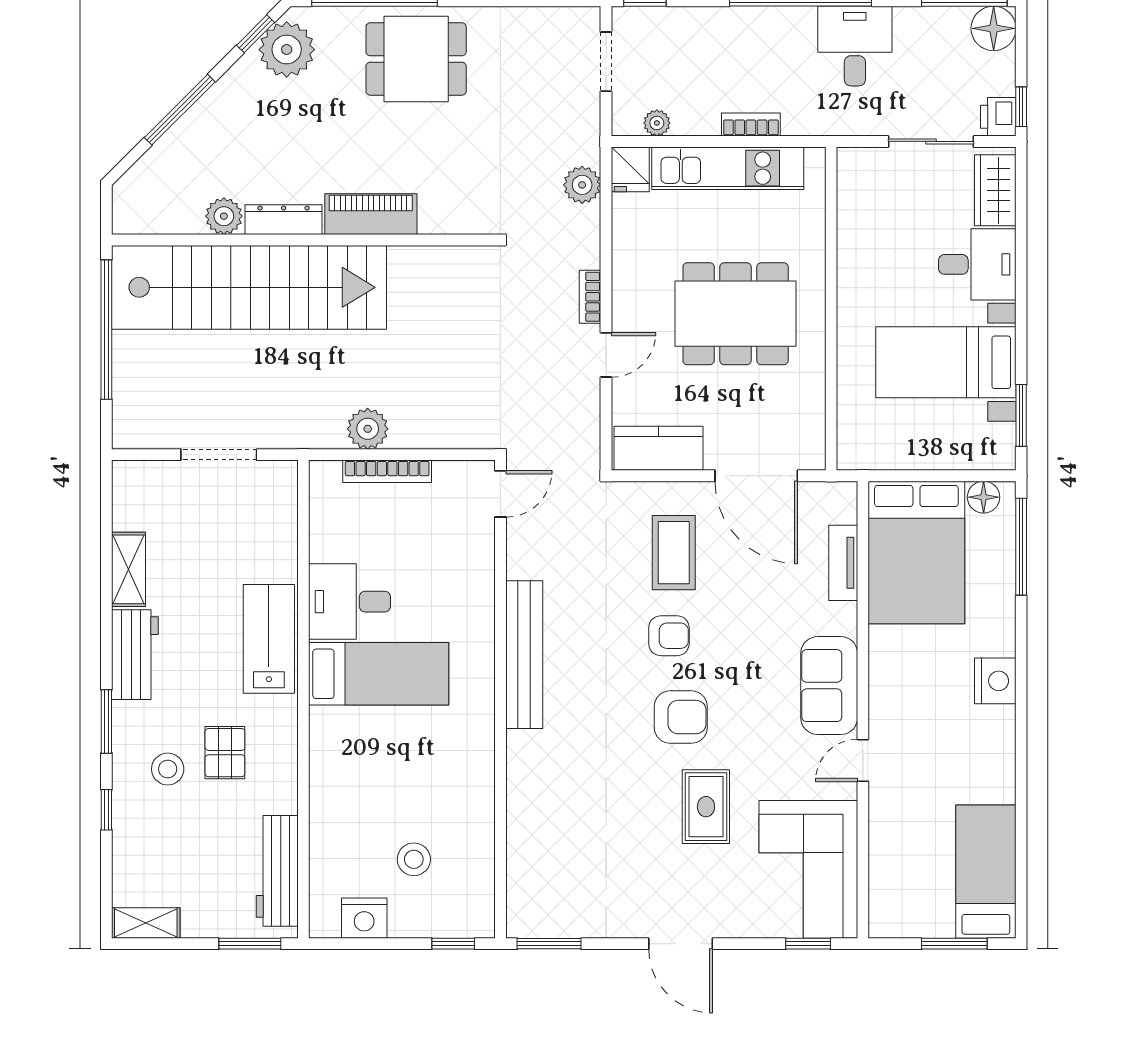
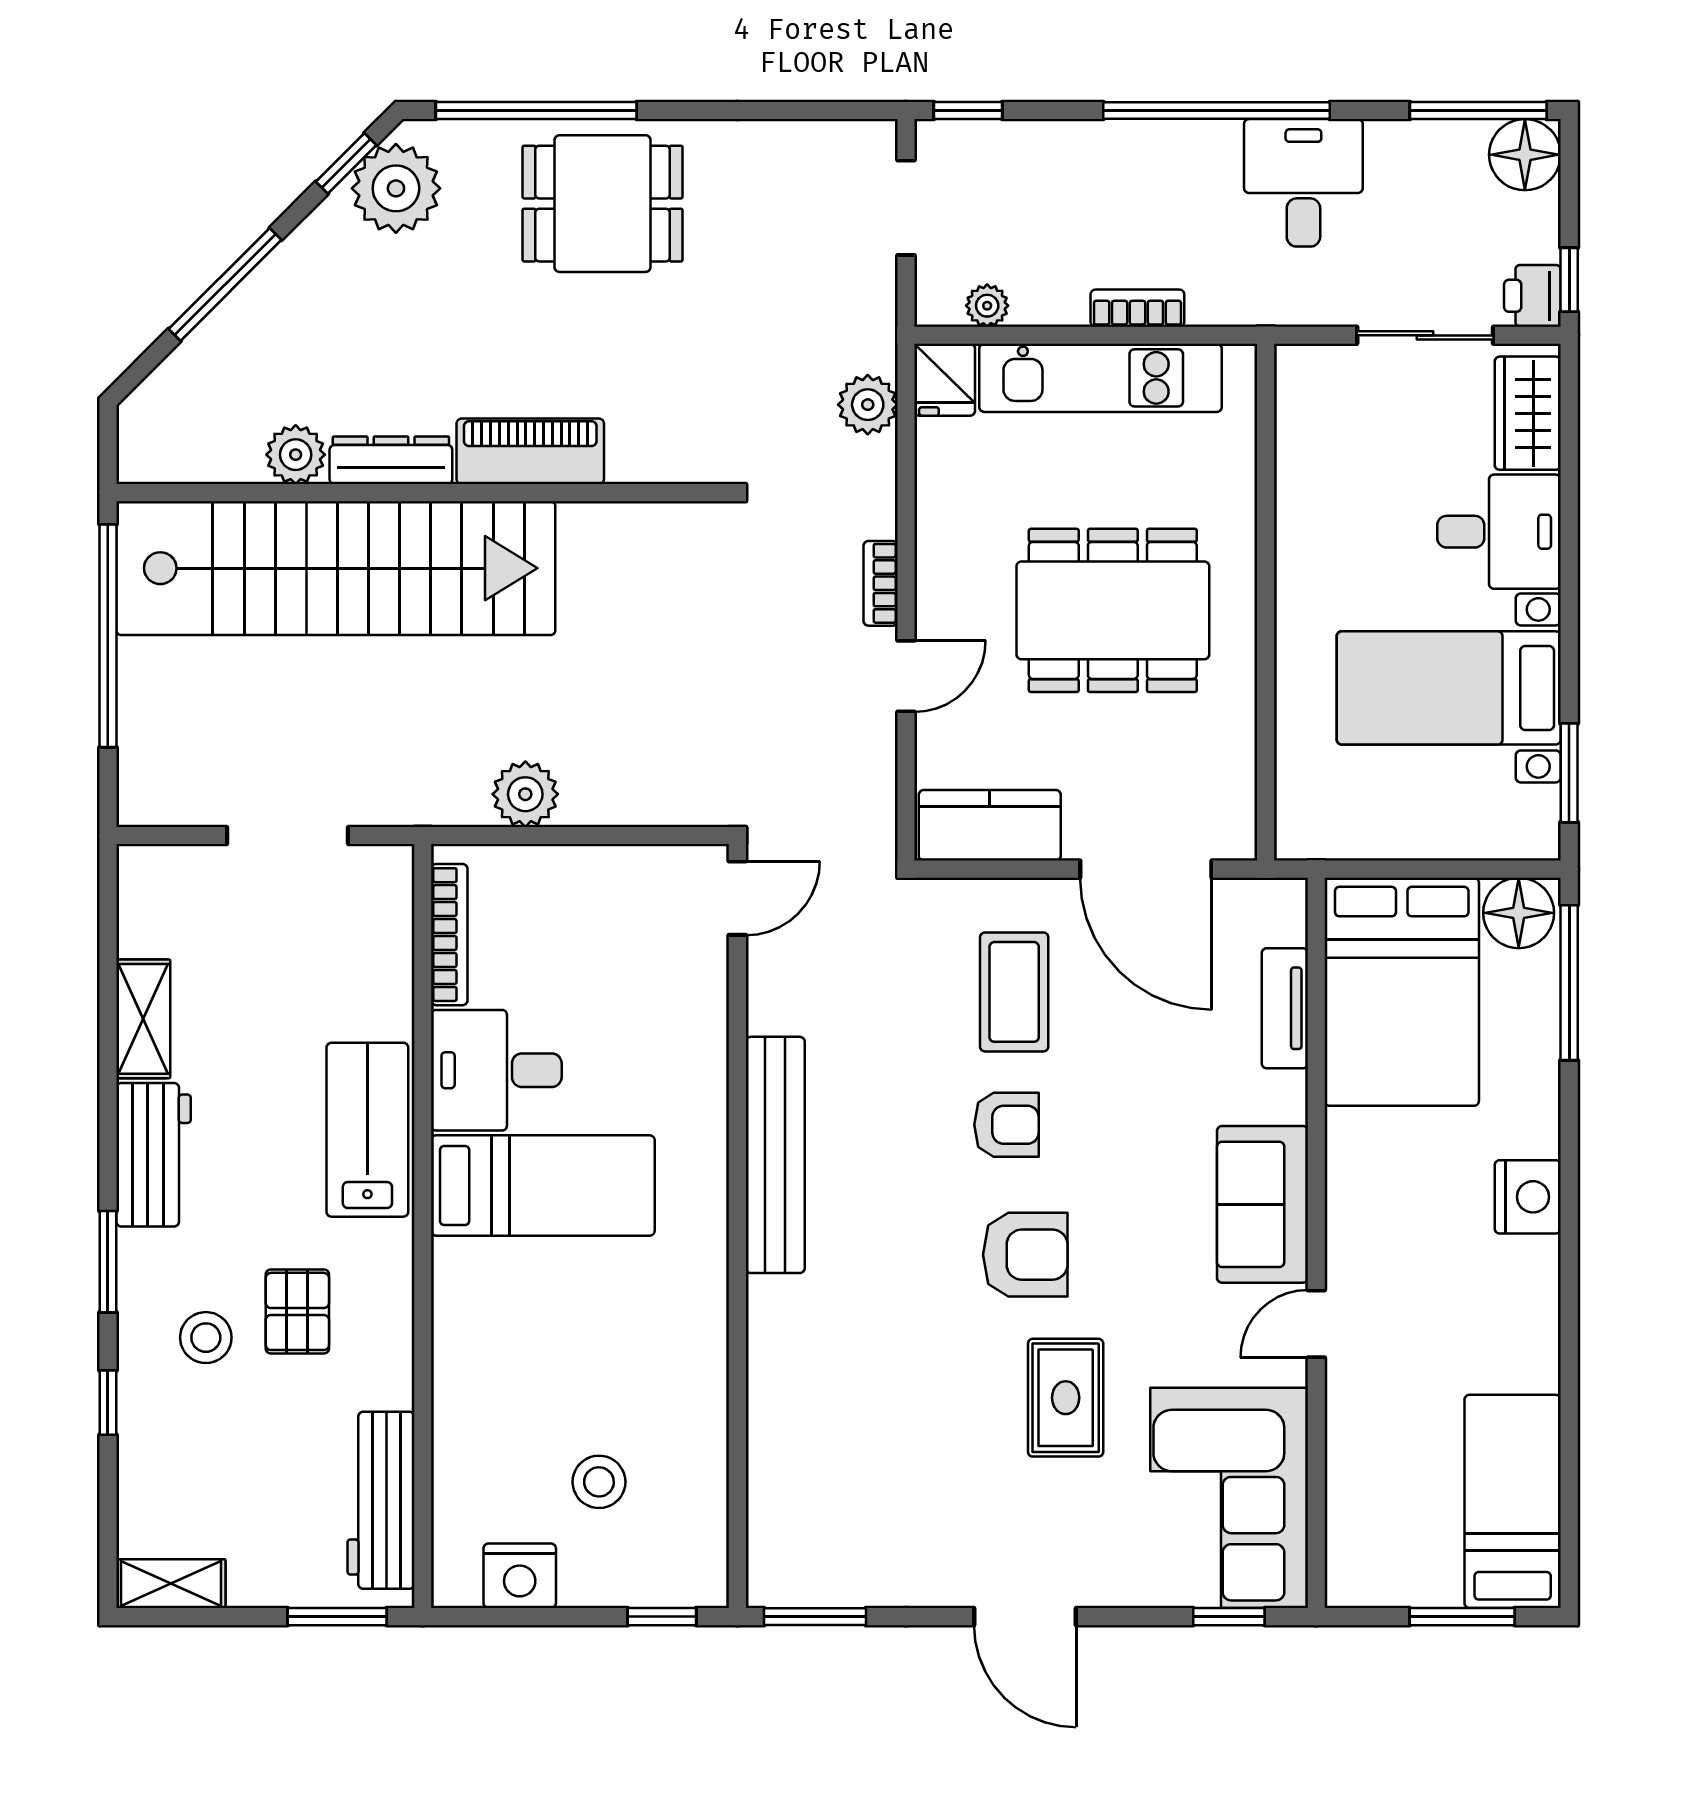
bookcase: (387, 471) -> (449, 935), moved, turned -90
floor lamp: (984, 497) -> (1519, 913), width x1.38, depth x1.38

